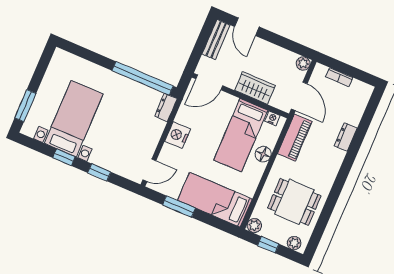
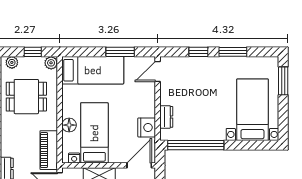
dresser: (166, 107) -> (166, 117), moved
bed with nightstands: (74, 119) -> (252, 110), moved, turned 180
nightstand: (178, 135) -> (147, 127), moved
window: (64, 157) -> (233, 52), width x1.50

